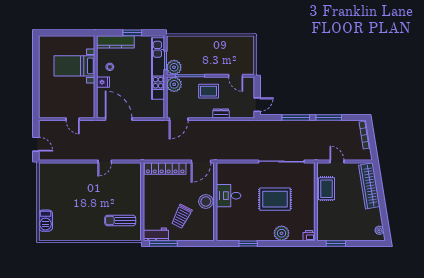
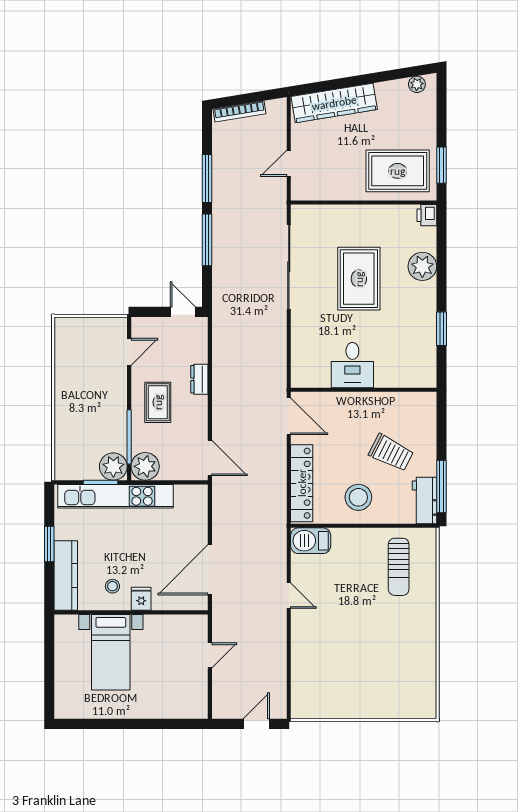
rug: (327, 189) -> (398, 171), moved, width x1.36, depth x1.43
stool: (206, 201) -> (358, 497), moved
barbecue: (46, 221) -> (311, 541), moved, turned 180

